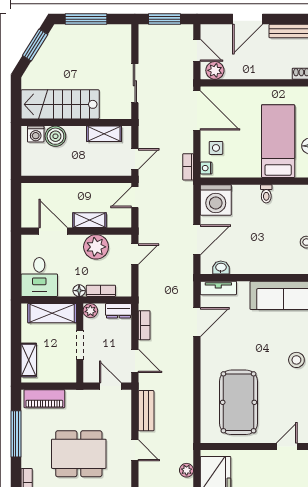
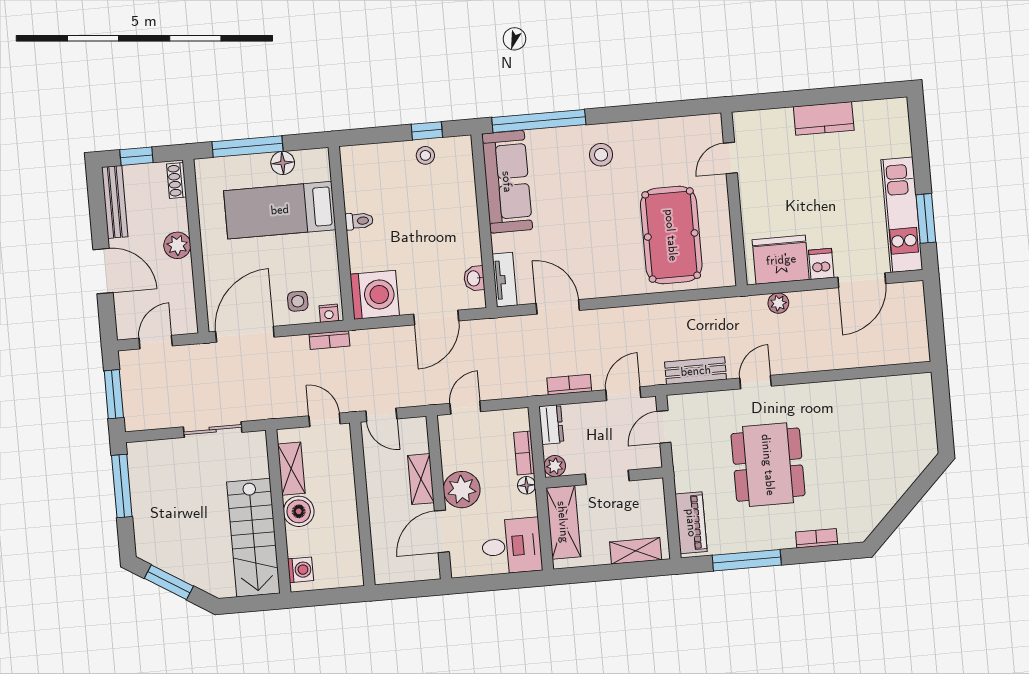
window: (86, 19) -> (122, 486), moved
plant: (215, 70) -> (177, 245), moved
boiler: (55, 136) -> (299, 511), moved
door: (197, 240) -> (436, 318), swing flipped
plant: (96, 247) -> (462, 490), moved
door: (135, 254) -> (465, 408), hinge flipped
pool table: (238, 402) -> (671, 235), turned 90
door: (287, 447) -> (730, 158), hinge flipped

